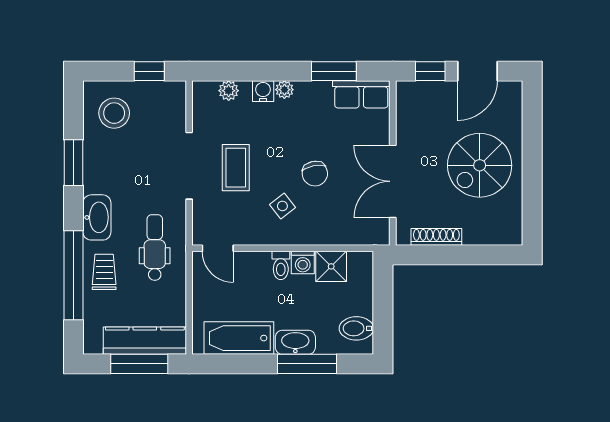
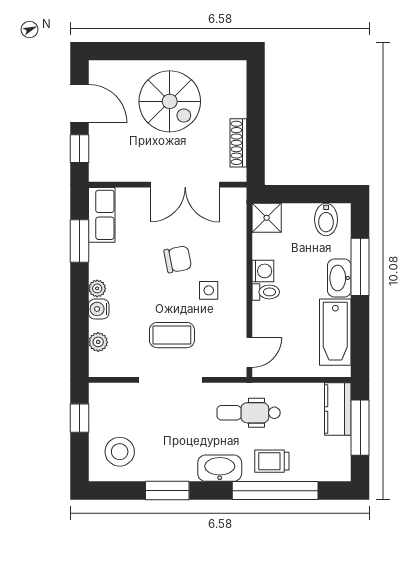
side table: (282, 206) -> (209, 290), turned 38
shower: (331, 266) -> (267, 218), moved
kitchen counter: (145, 341) -> (338, 409), width x0.67

